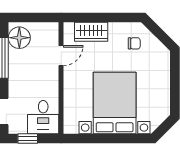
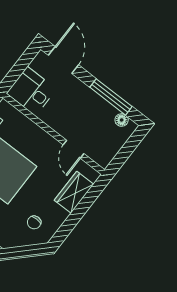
floor lamp: (19, 38) -> (122, 120), width x0.53, depth x0.53
window: (28, 138) -> (23, 63), removed

